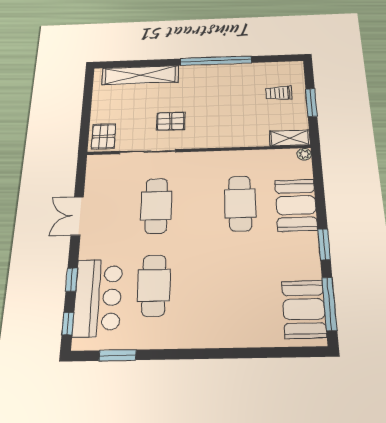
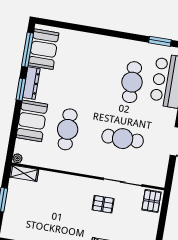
trolley: (279, 93) -> (23, 213), removed
cafe table: (156, 206) -> (123, 139), turned 90
dresser: (310, 256) -> (31, 83), added

